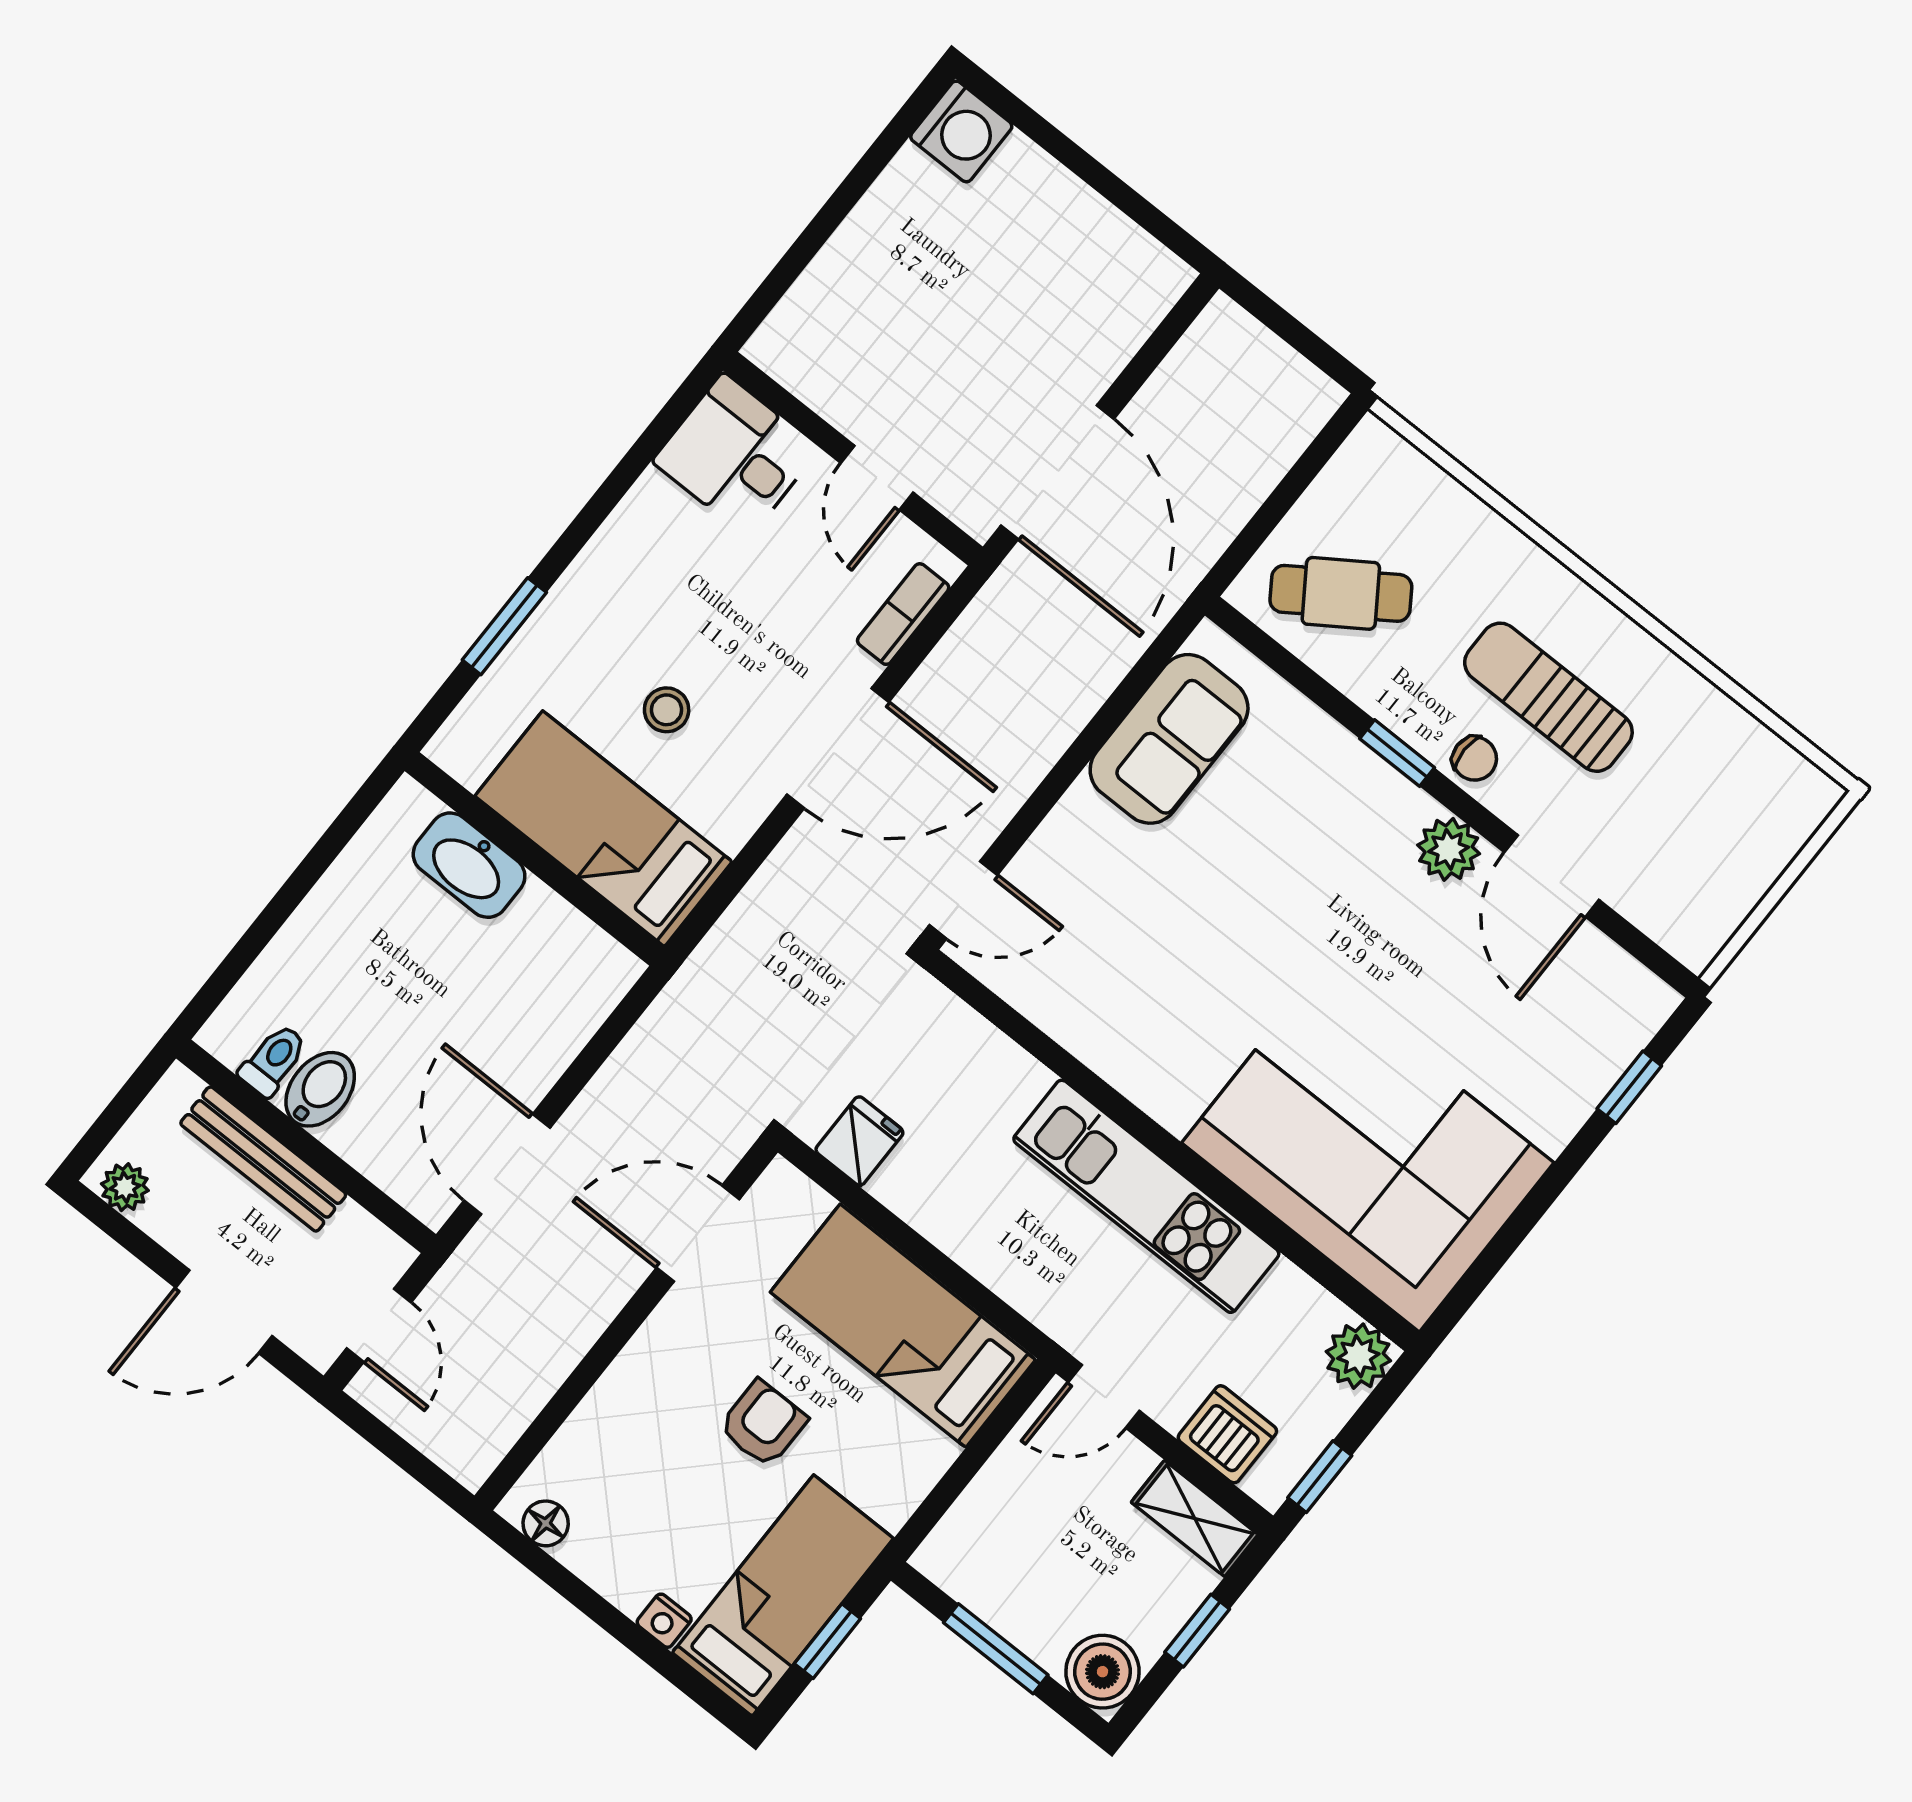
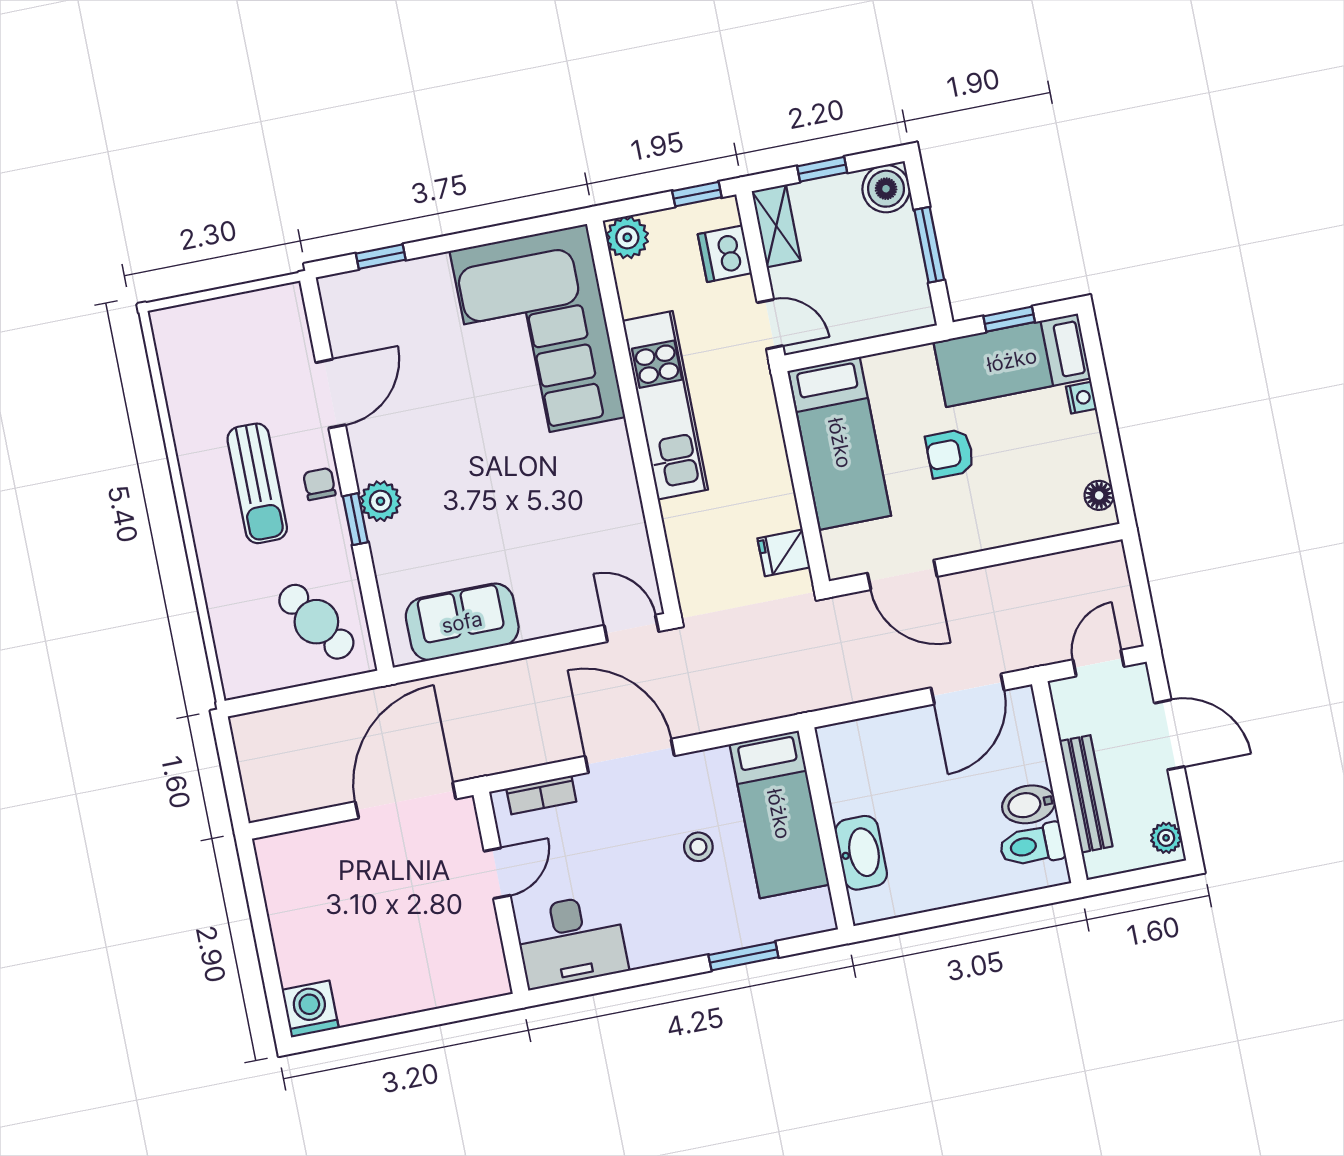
desk: (736, 455) -> (571, 941), width x1.37
plant: (1449, 849) -> (380, 501), moved
toilet: (273, 1060) -> (1032, 845), width x1.37, depth x1.39

